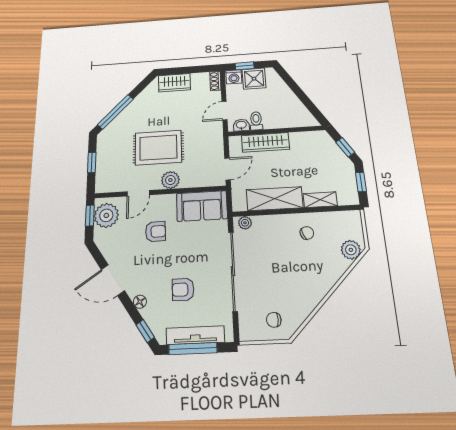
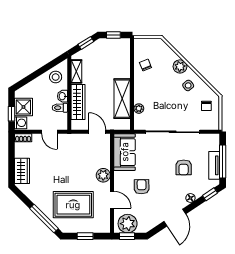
stool: (296, 113) -> (56, 77), added
washbasin: (241, 125) -> (63, 96), moved
rug: (158, 148) -> (73, 205), moved, turned 90
shelving: (320, 200) -> (76, 71), moved
plant: (245, 223) -> (139, 109), moved
chair: (307, 233) -> (146, 65), moved
plant: (351, 250) -> (180, 66), moved
side table: (301, 291) -> (188, 85), added
tv unit: (195, 335) -> (214, 165), width x0.71

